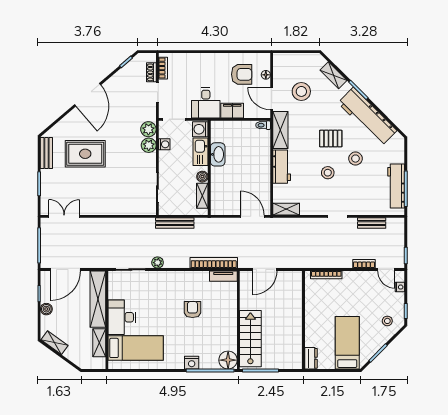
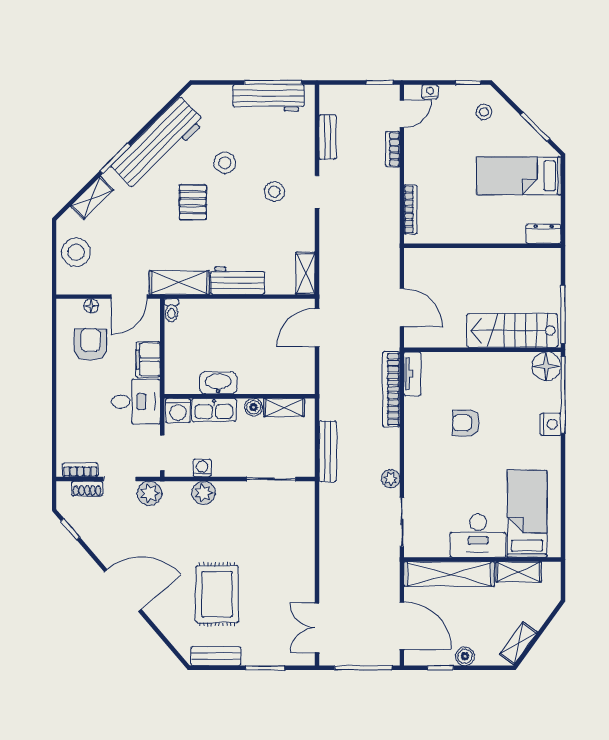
stool: (301, 91) -> (76, 252), moved
plant: (148, 129) -> (150, 493), moved
stool: (328, 173) -> (274, 192), moved

